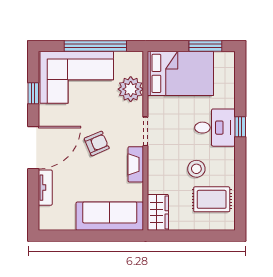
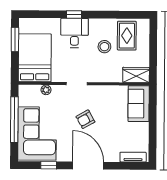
plant: (131, 89) -> (46, 90), width x0.53, depth x0.53
armchair: (97, 143) -> (85, 119), turned -96
fireplace: (136, 164) -> (101, 91), removed
tv unit: (45, 188) -> (133, 157), moved
sofa: (110, 216) -> (139, 104), width x0.73

